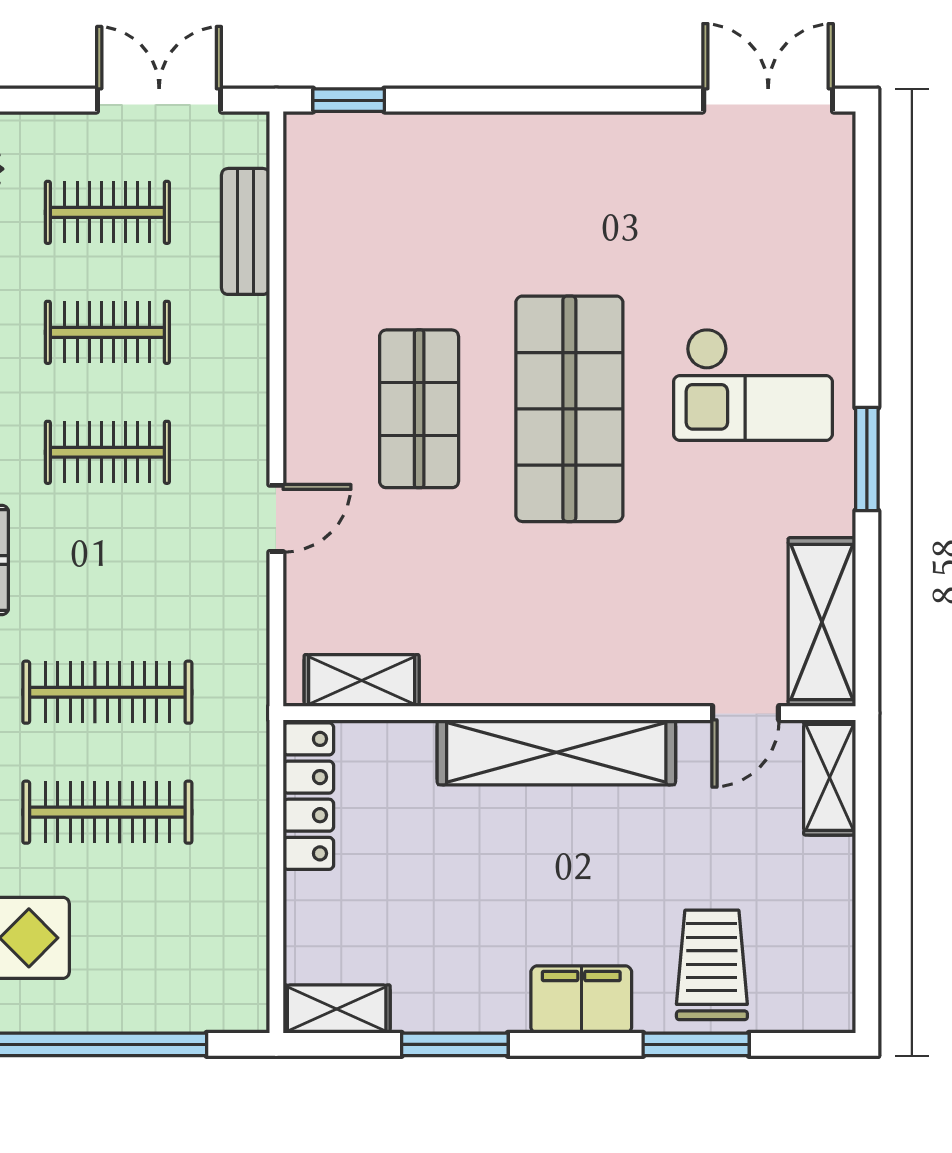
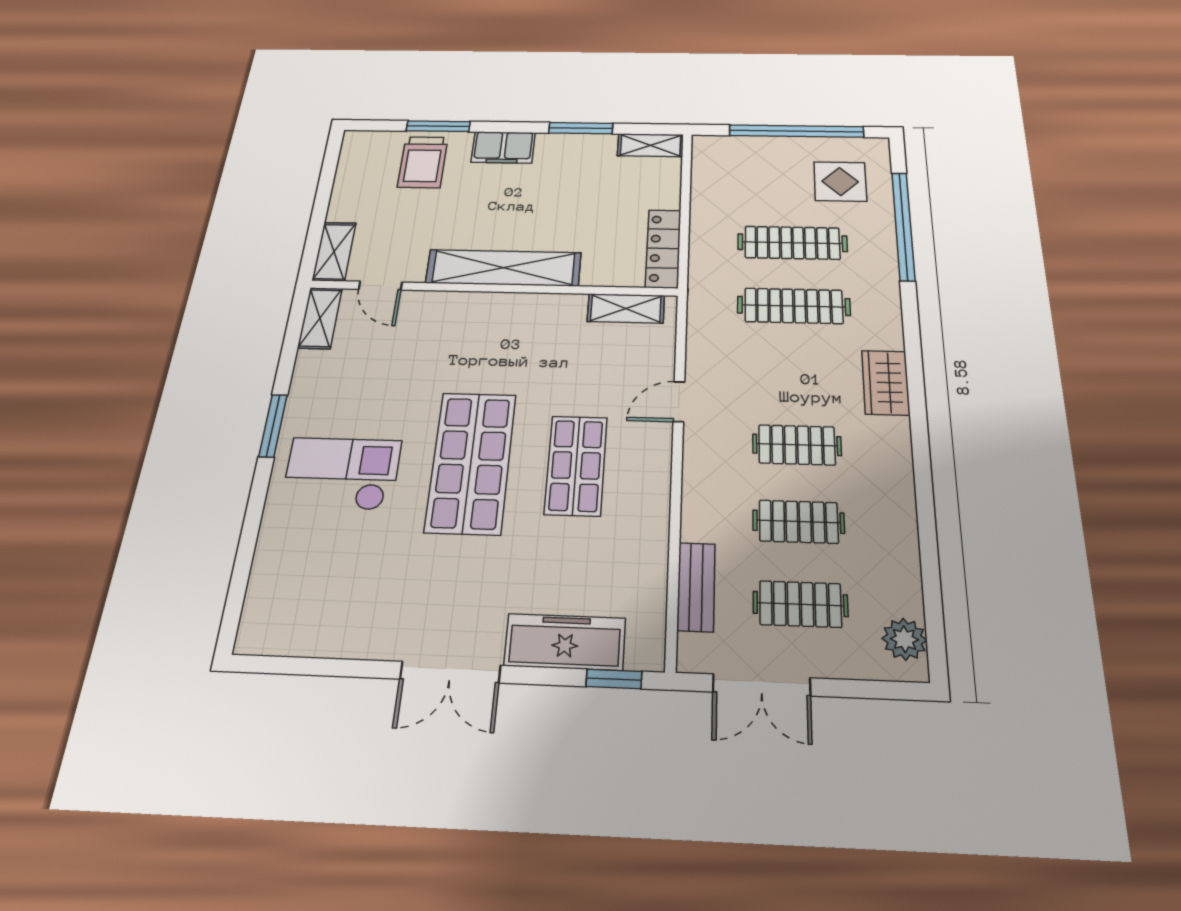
double door: (768, 100) -> (450, 672), moved
freezer: (416, 147) -> (565, 642), added
shelving: (822, 622) -> (320, 318), width x0.67, depth x0.75
door: (746, 713) -> (380, 286), swing flipped

